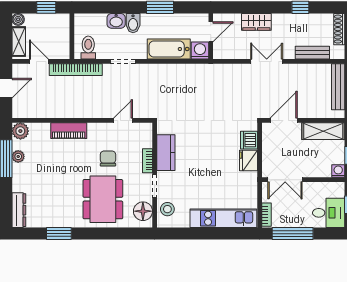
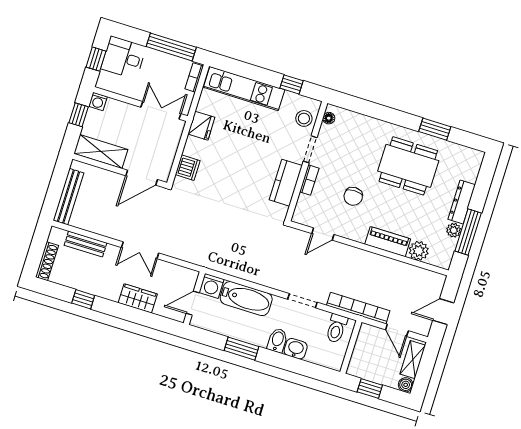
plant: (20, 131) -> (419, 251), moved
fridge: (248, 160) -> (201, 126), moved
dining table: (103, 199) -> (408, 166), moved, turned 90
dresser: (19, 210) -> (462, 202), moved
floor lamp: (143, 211) -> (329, 118), width x0.53, depth x0.53
window: (186, 234) -> (292, 84), added

